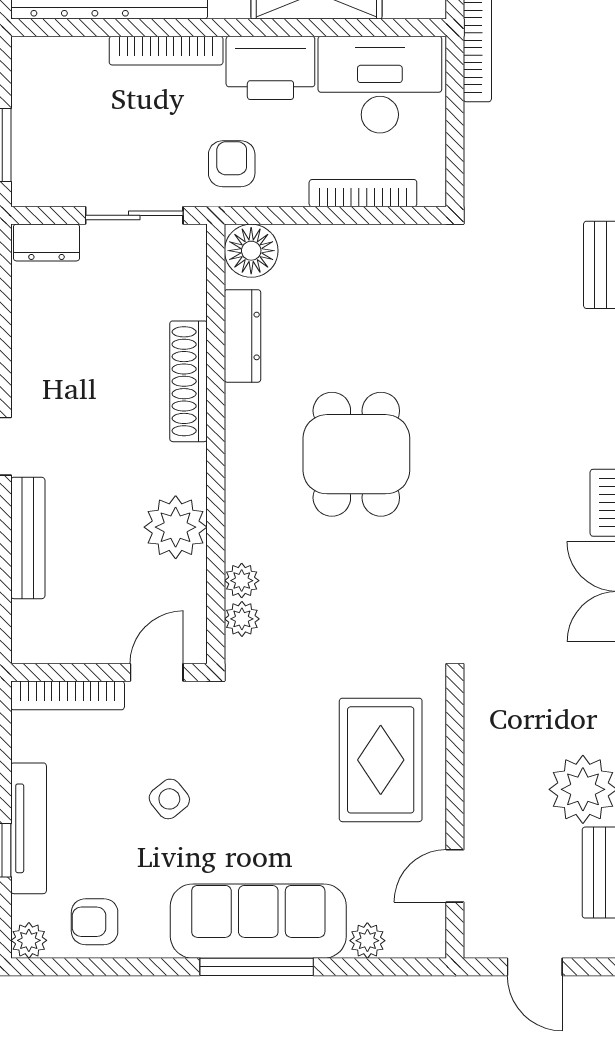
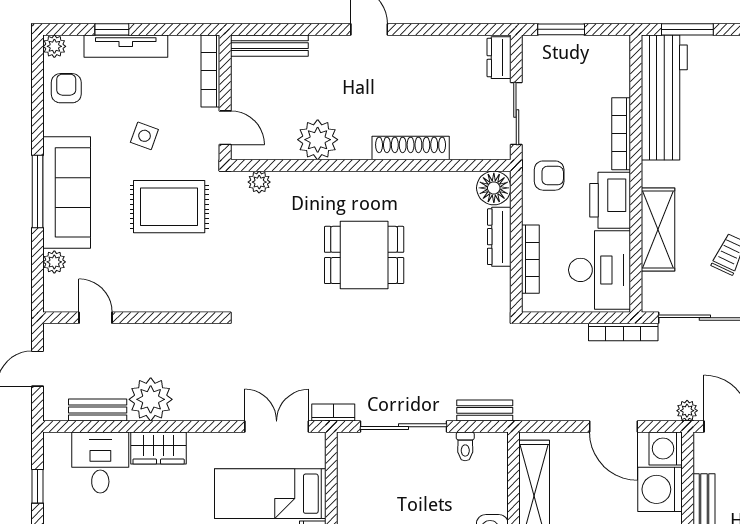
dresser: (242, 336) -> (499, 237), moved, turned 90
bench: (28, 538) -> (269, 46), moved
plant: (242, 581) -> (284, 182), removed
rug: (381, 760) -> (169, 207), moved
side table: (169, 799) -> (144, 136), turned -31

